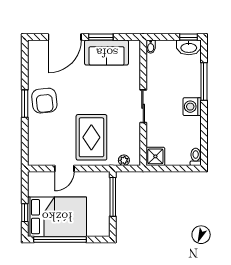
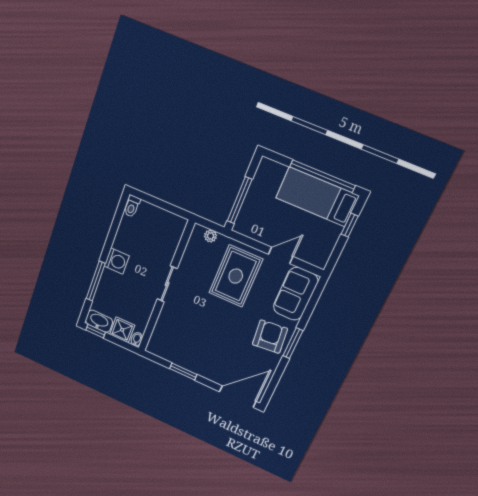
door: (65, 37) -> (238, 397), moved
sofa: (107, 53) -> (296, 294), moved, turned -90
shower: (155, 156) -> (122, 330), moved
bed: (57, 217) -> (317, 197), width x0.67

